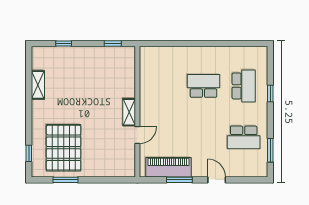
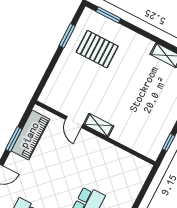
pallet: (64, 148) -> (97, 49), width x0.73, depth x0.71
window: (29, 153) -> (108, 15), width x1.50

